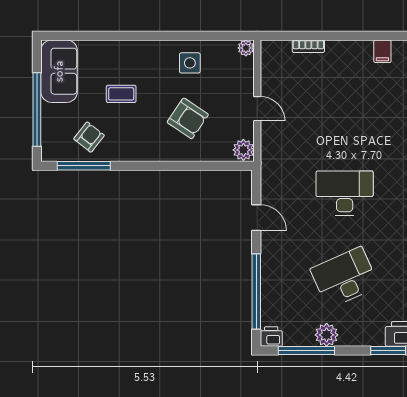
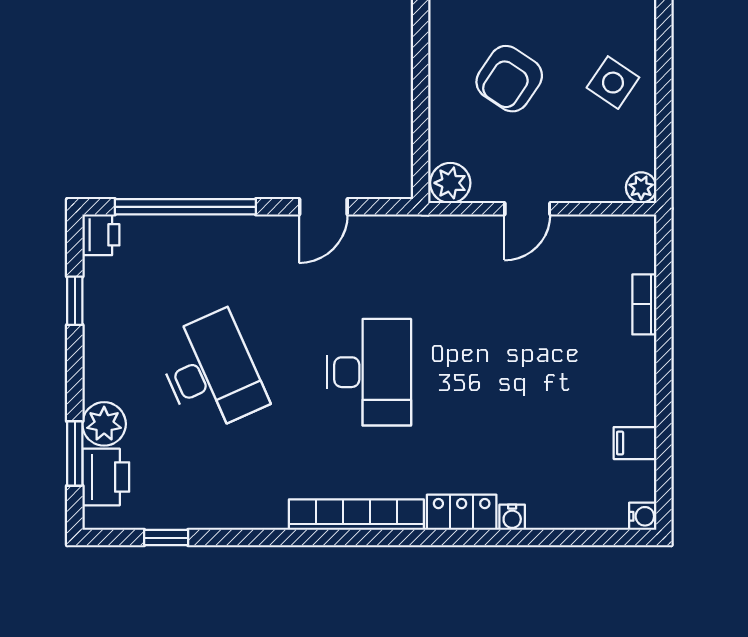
side table: (190, 63) -> (613, 83), turned 34
plant: (327, 335) -> (104, 424), moved
window: (306, 351) -> (75, 301), width x0.46

